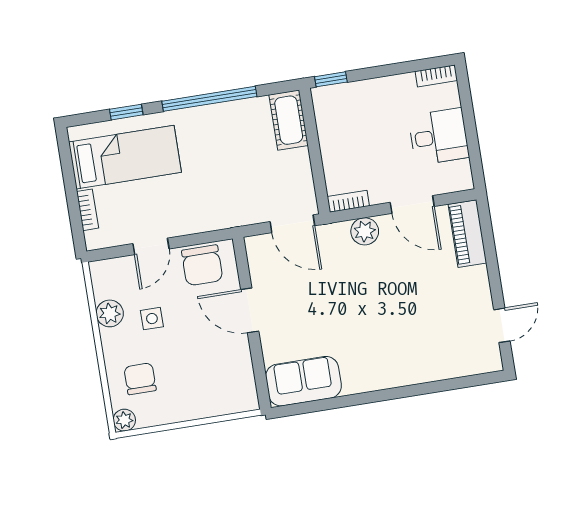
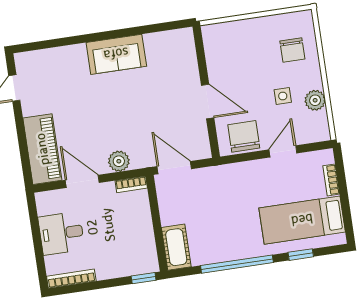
bookcase: (436, 76) -> (71, 279), width x1.56
piano: (467, 234) -> (42, 149), width x1.37, depth x1.33
sofa: (303, 381) -> (116, 54), moved
plant: (124, 420) -> (305, 18), removed

